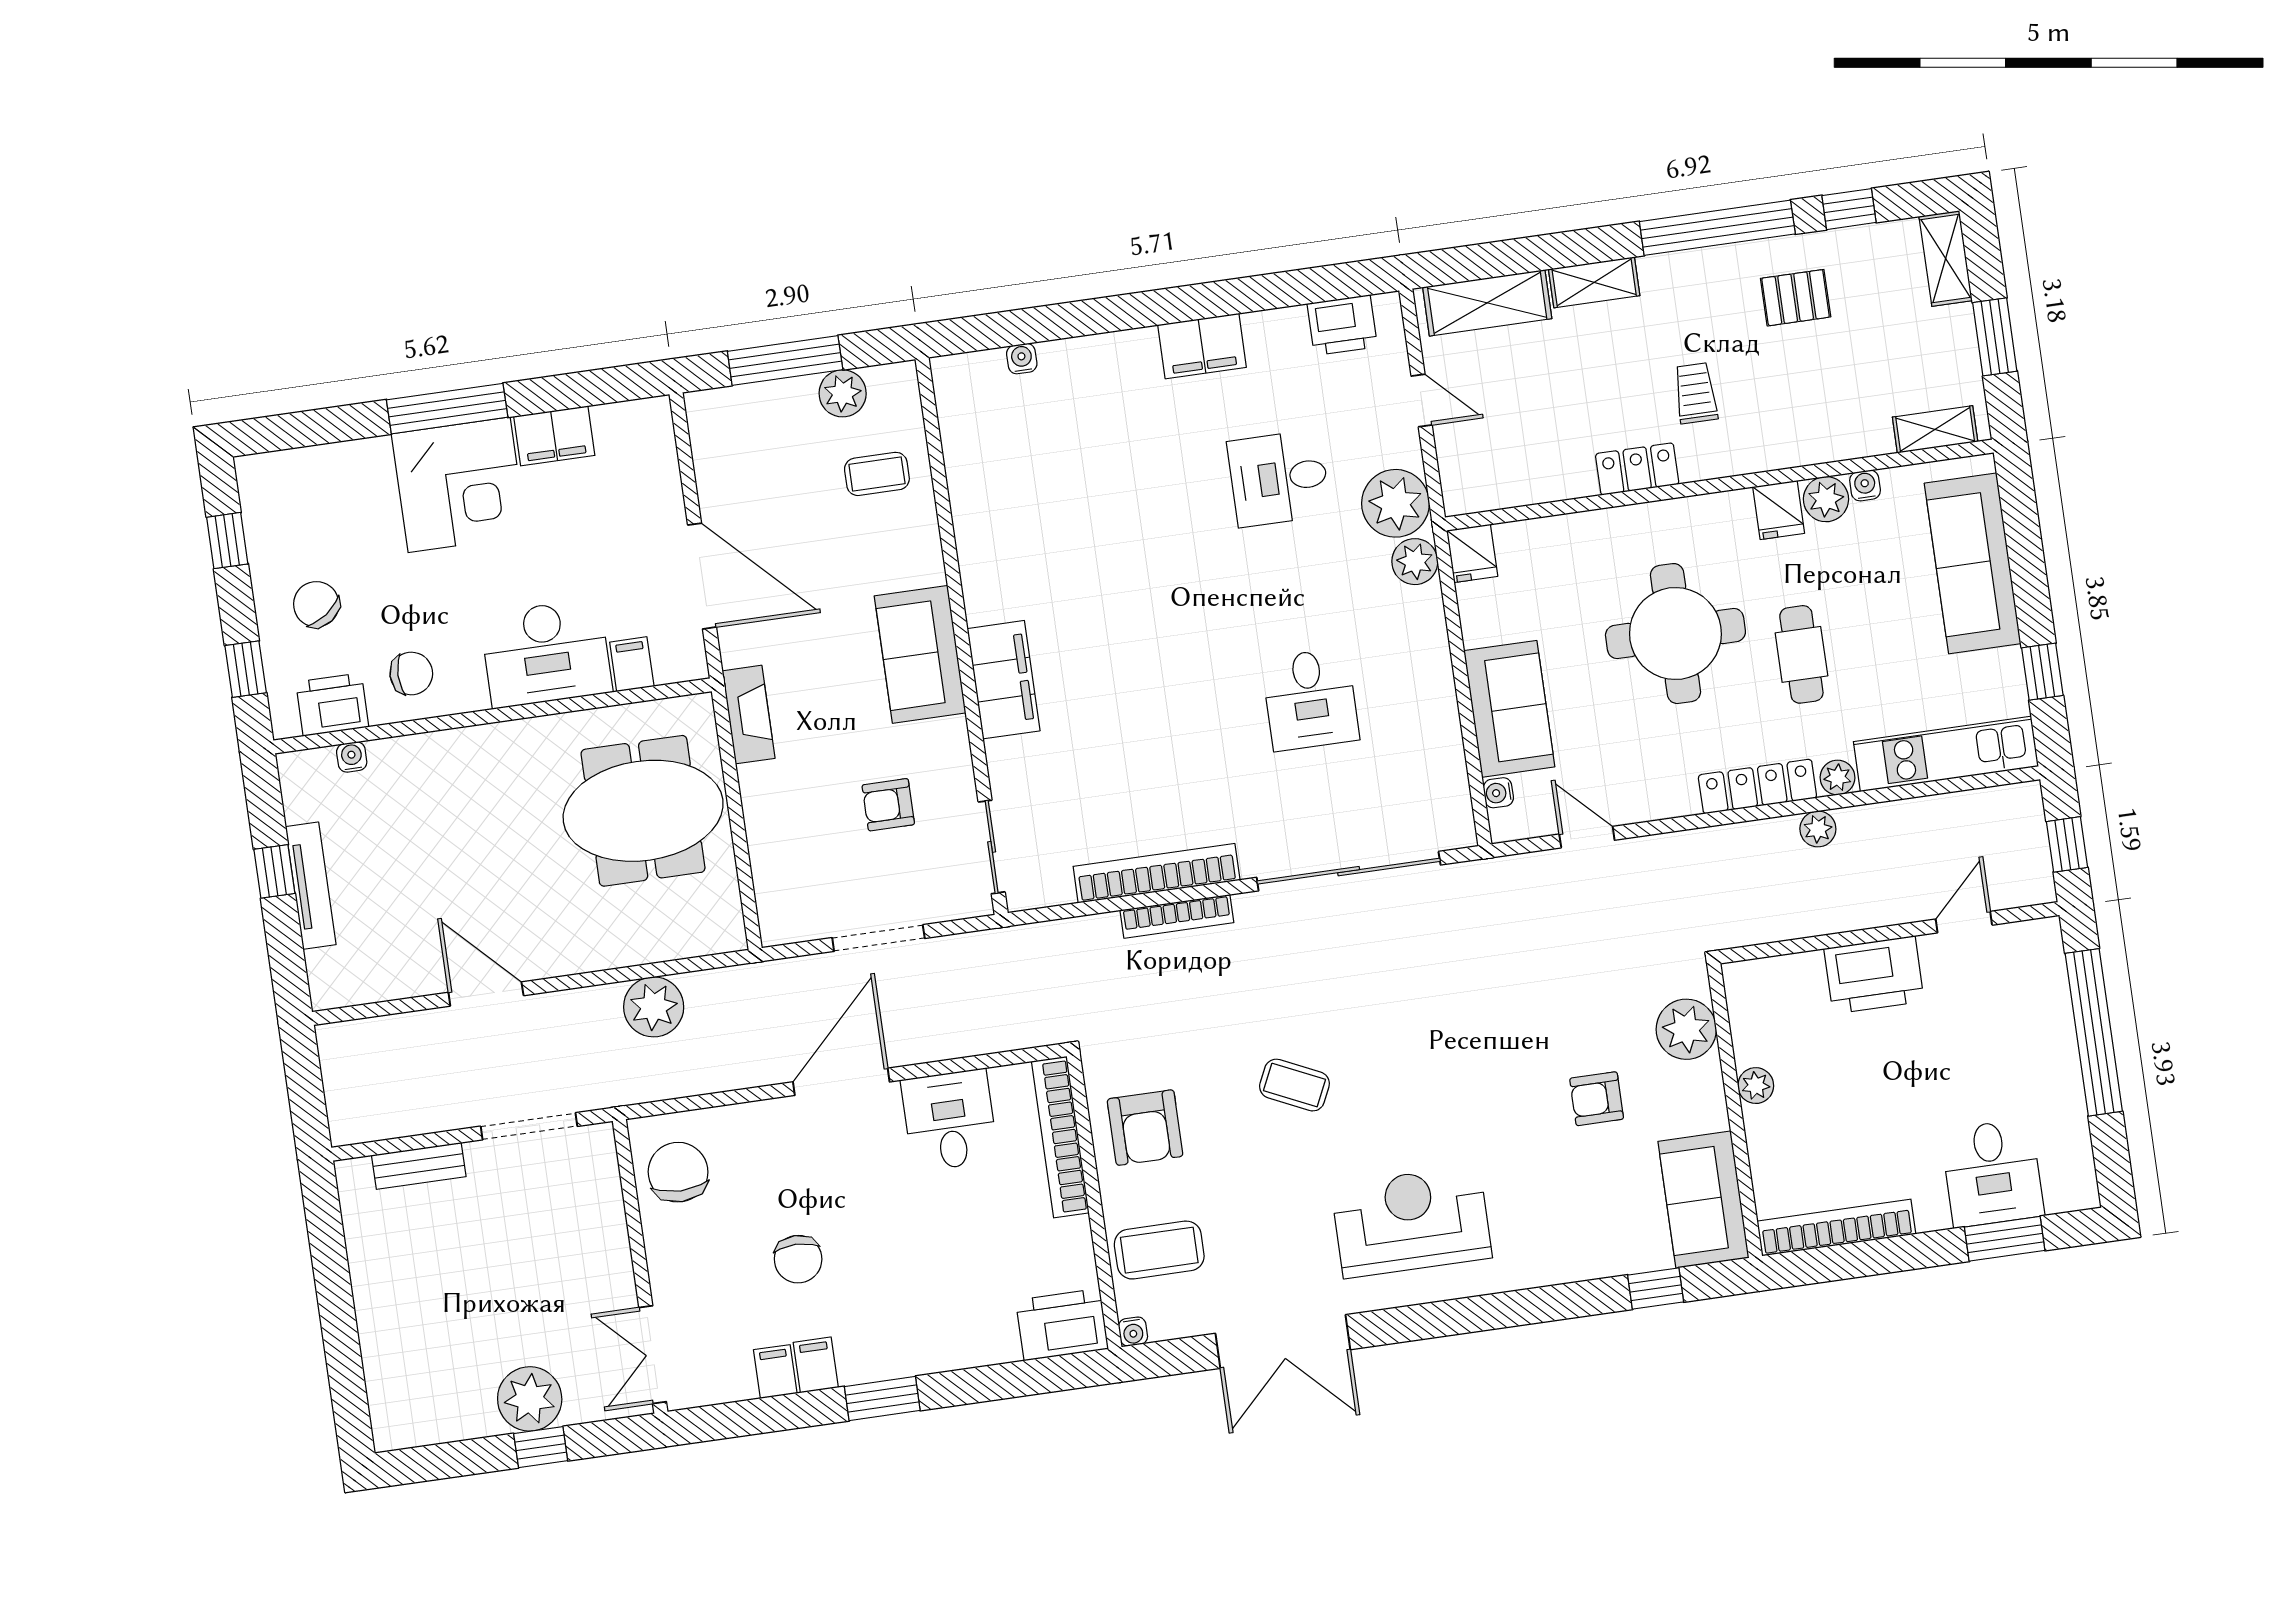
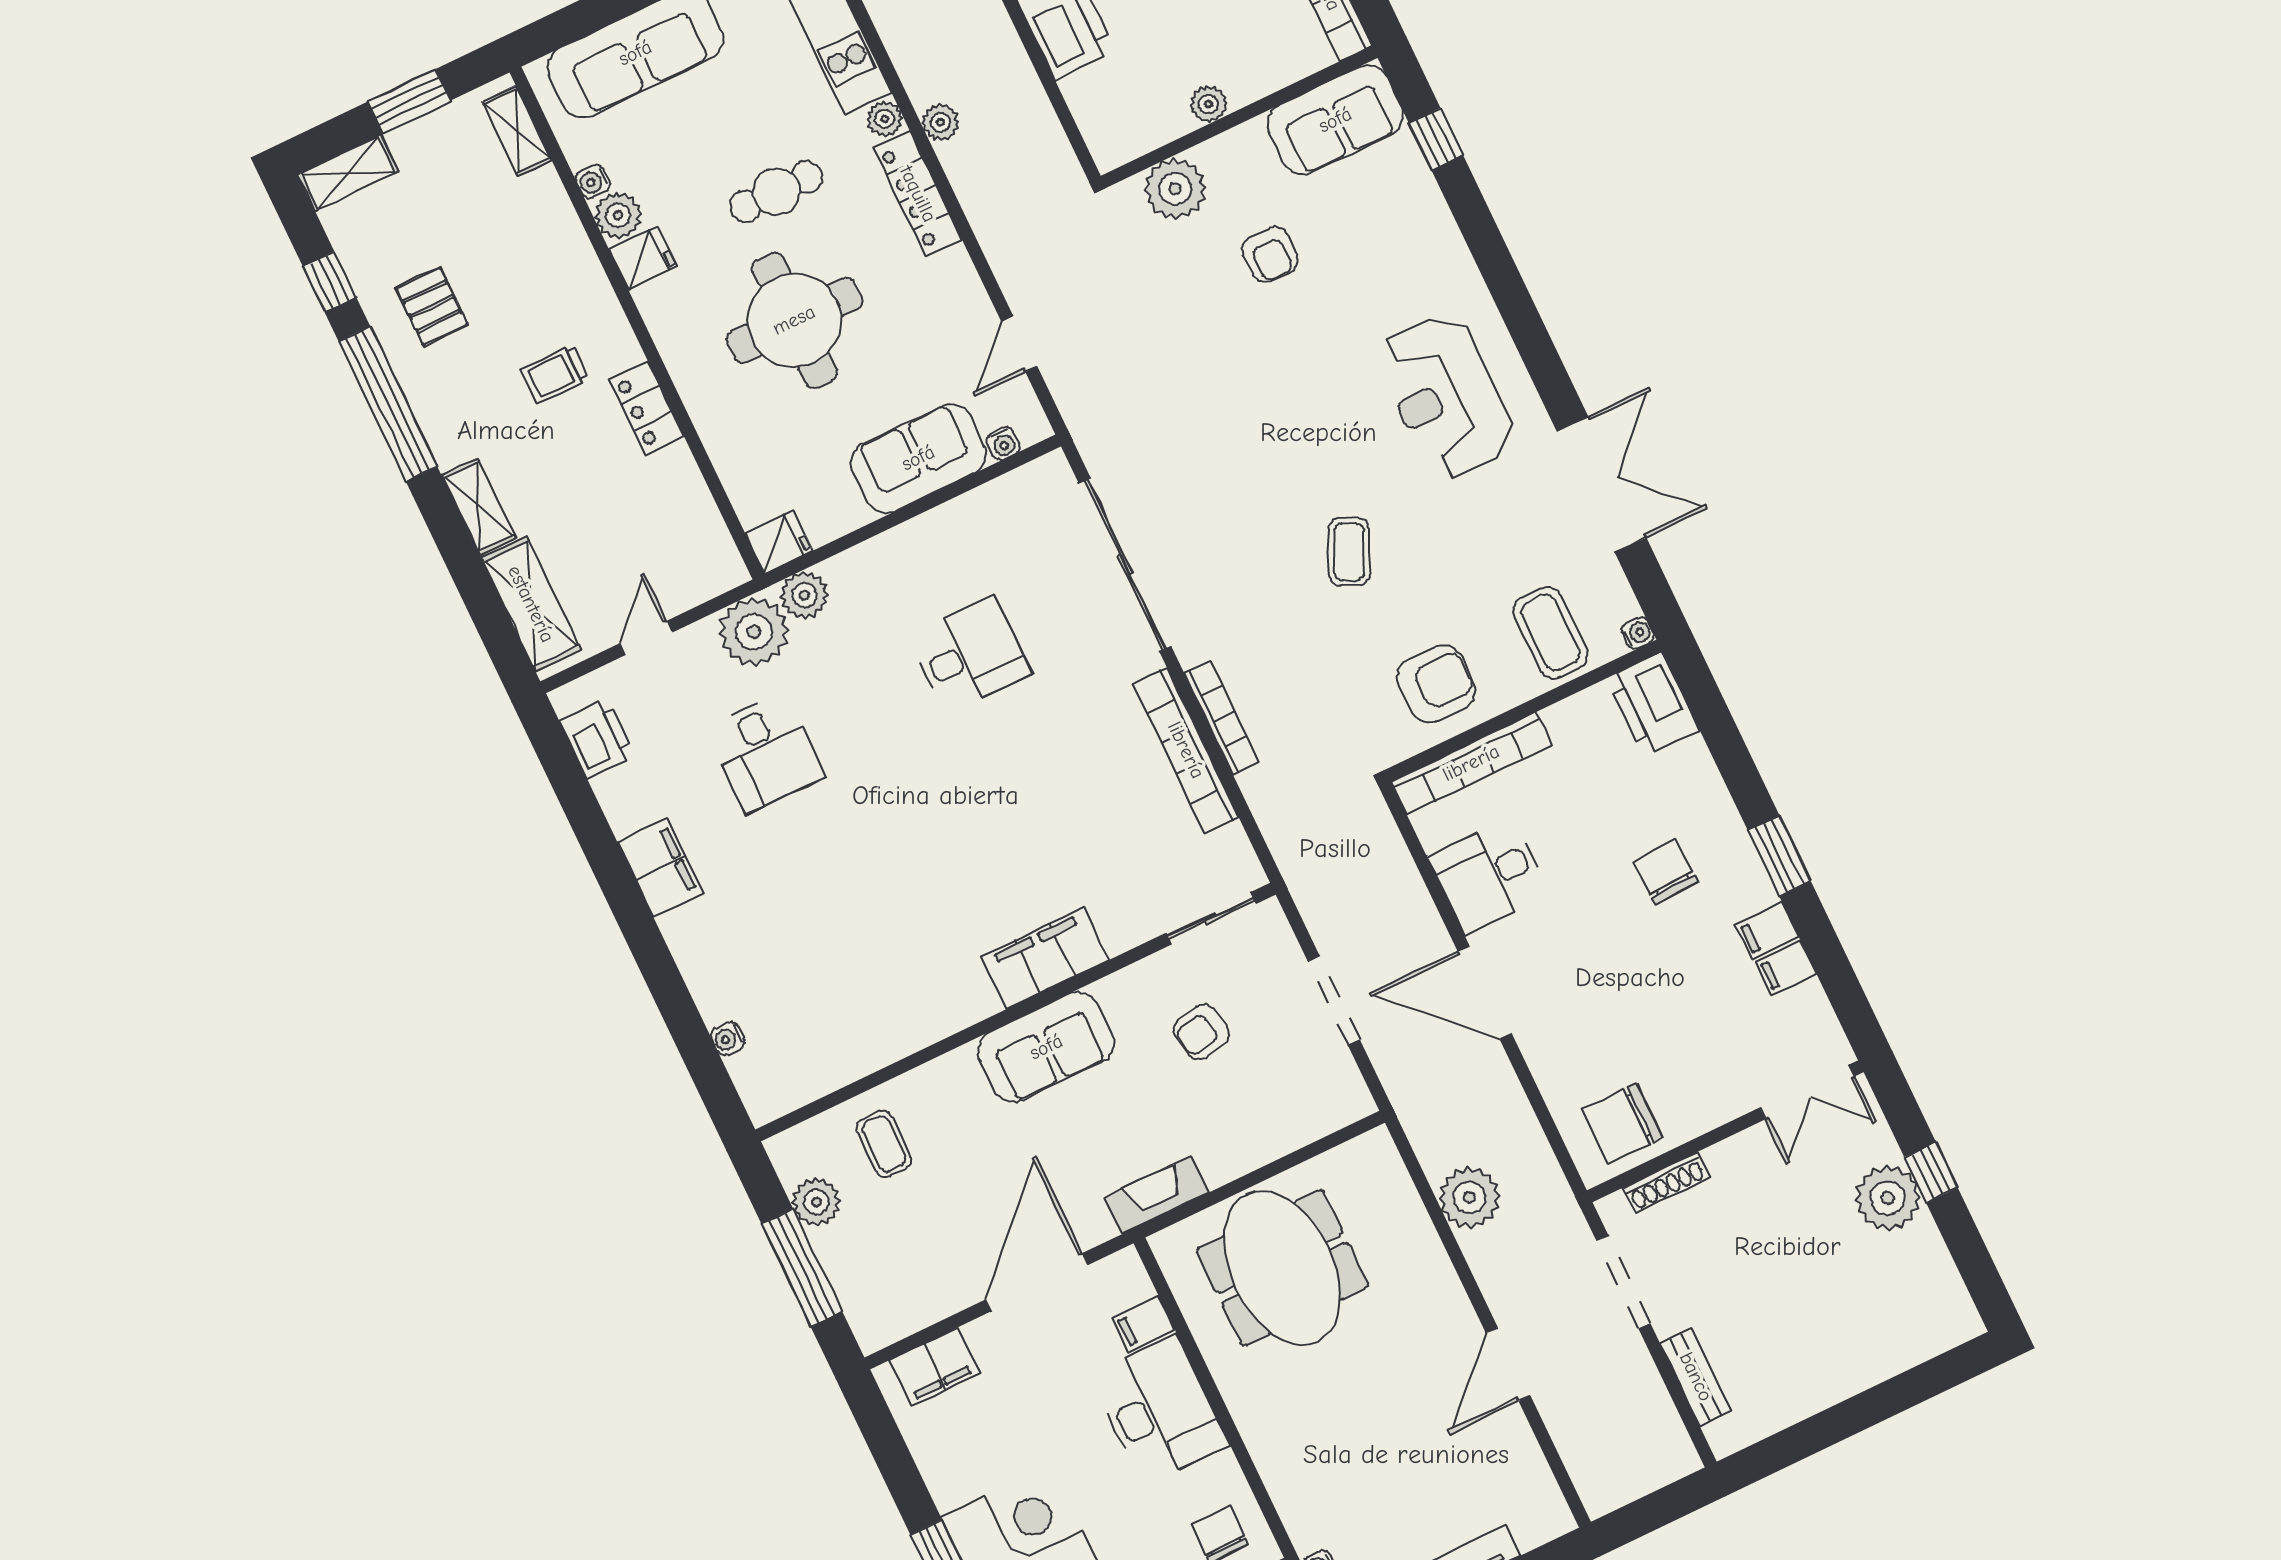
filing cabinet: (554, 436) -> (935, 1367), moved, turned 90
armchair: (888, 805) -> (1201, 1032), turned 79
shoe rack: (610, 1196) -> (1666, 1182), added
chair: (798, 1259) -> (1666, 872), moved, turned -93

